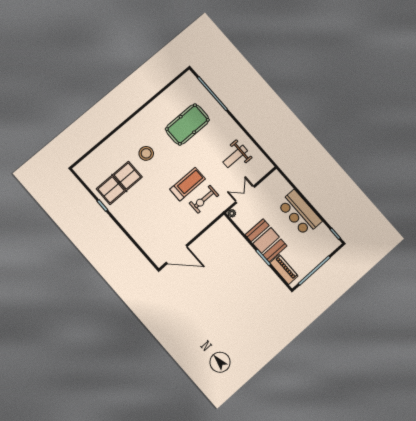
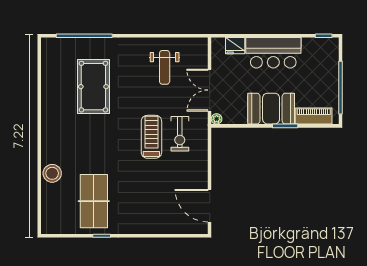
stool: (146, 153) -> (52, 173), moved
fridge: (284, 187) -> (235, 46), added
double door: (245, 194) -> (210, 90), width x1.37
door: (177, 254) -> (210, 206), swing flipped

